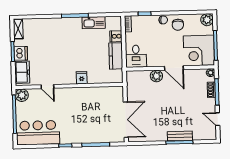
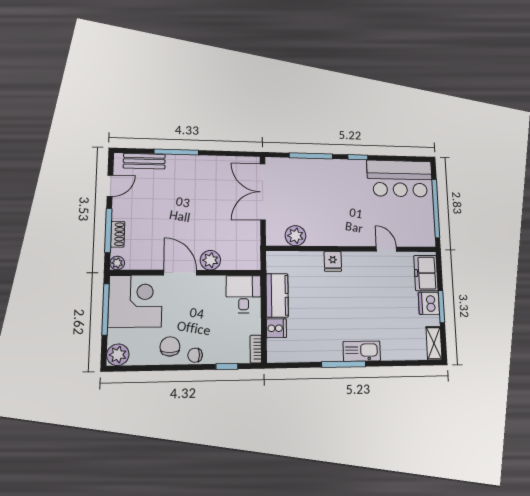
kitchen sink: (94, 23) -> (362, 351), moved
plant: (22, 95) -> (295, 236), moved
door: (218, 119) -> (110, 186), hinge flipped
bench: (180, 136) -> (144, 161), moved

